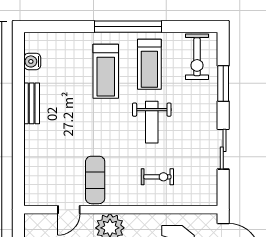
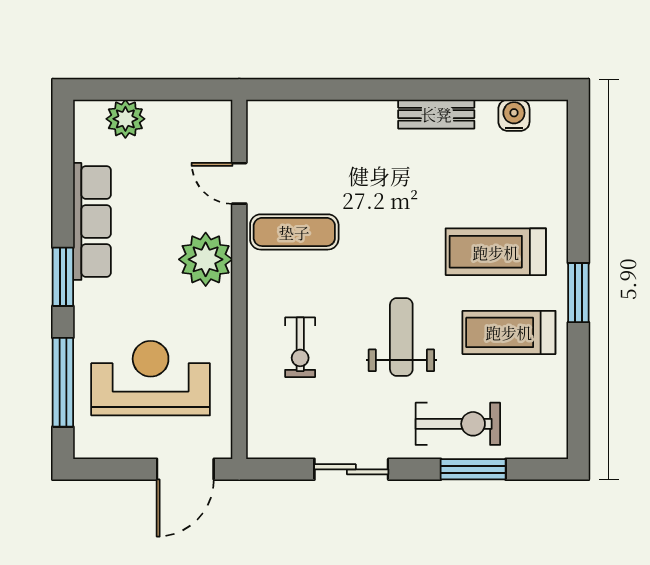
window: (128, 27) -> (578, 293), width x0.47
exercise bike: (197, 57) -> (458, 424), moved, turned 180
weight bench: (152, 122) -> (401, 337), turned 90

